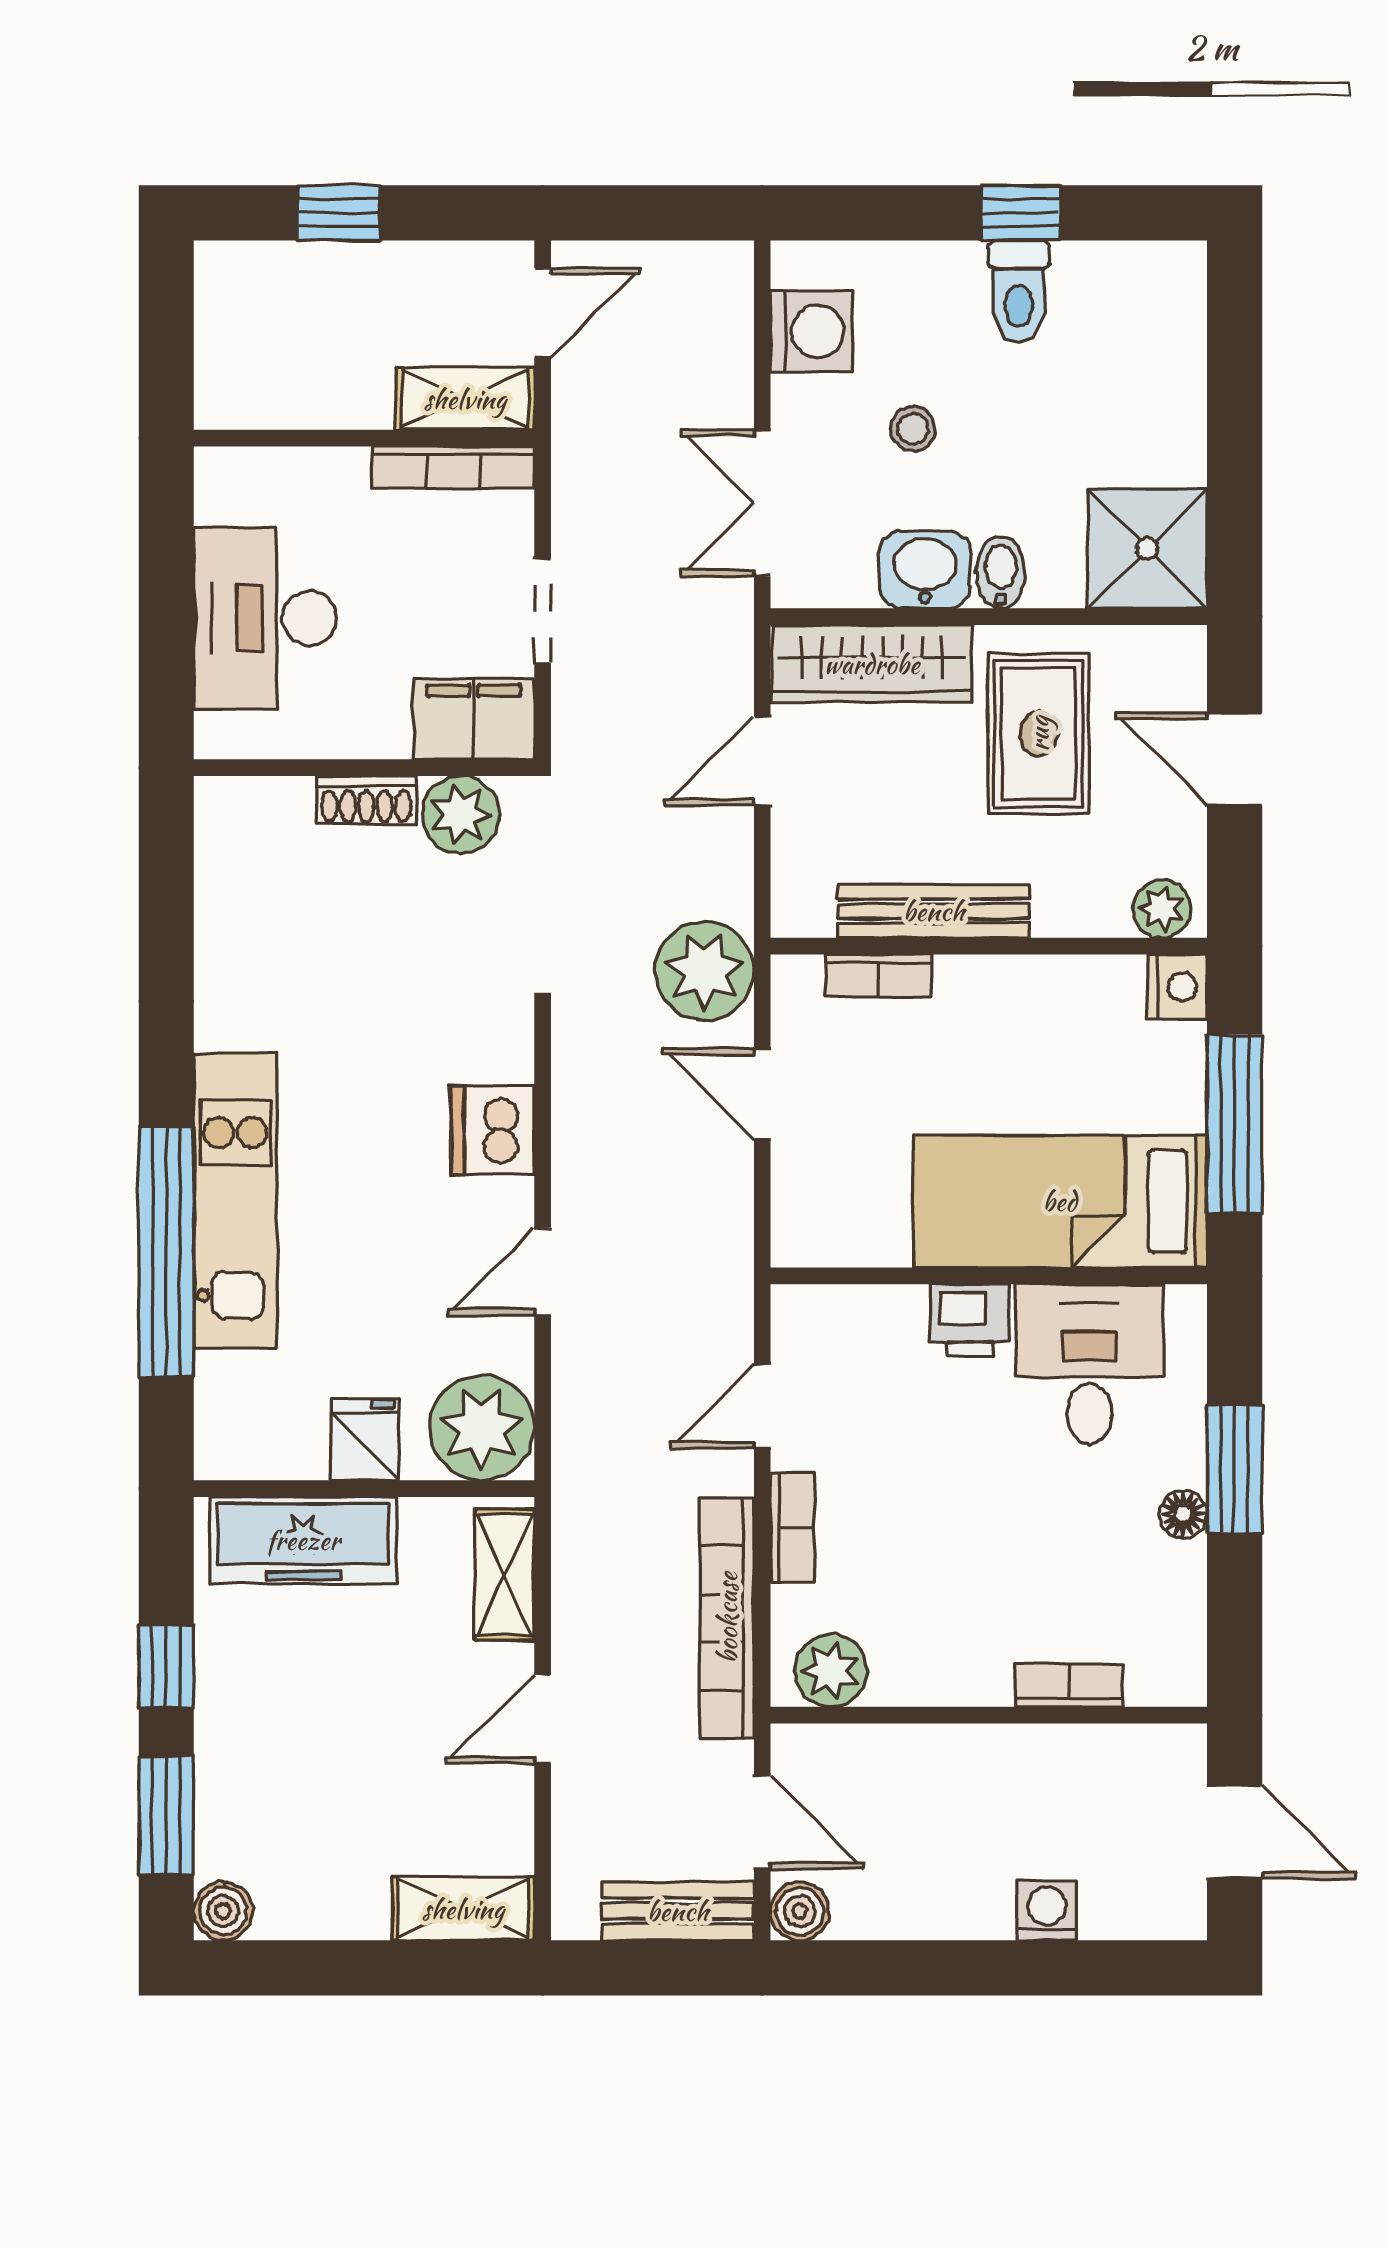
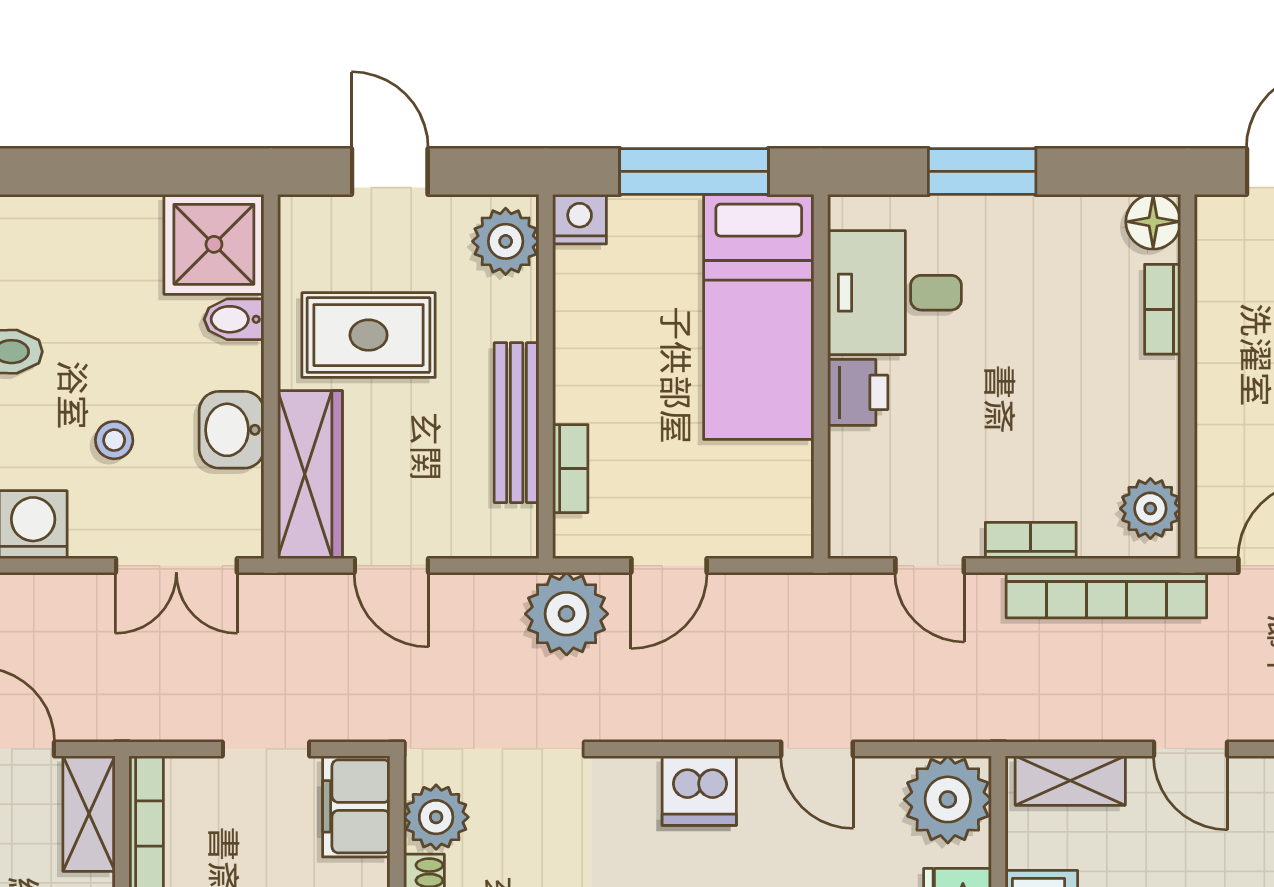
bidet: (1001, 572) -> (234, 319), moved
door: (1235, 759) -> (390, 171), swing flipped
plant: (1162, 909) -> (506, 241), width x1.38, depth x1.38
floor lamp: (1183, 1514) -> (1153, 222), moved, width x1.37, depth x1.37

